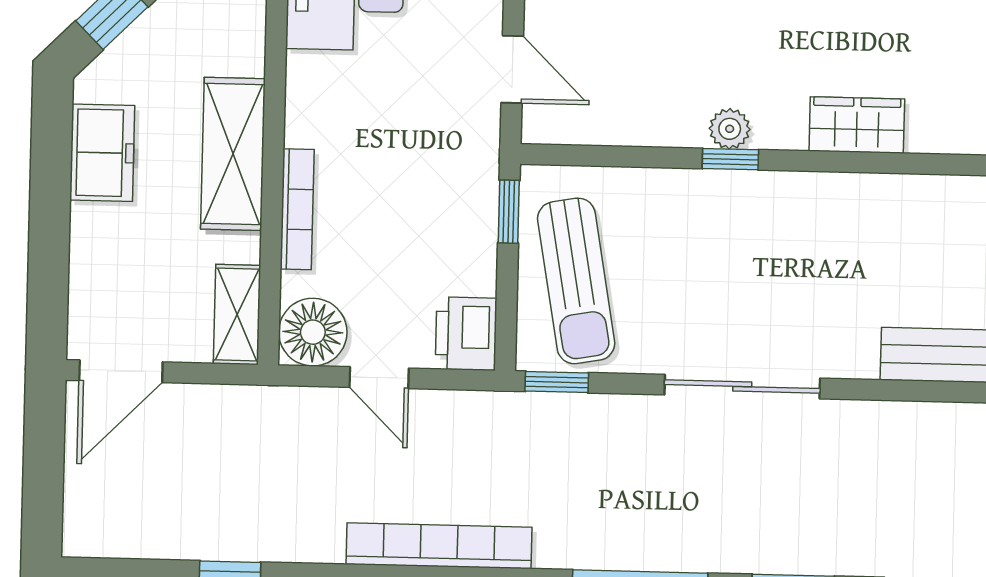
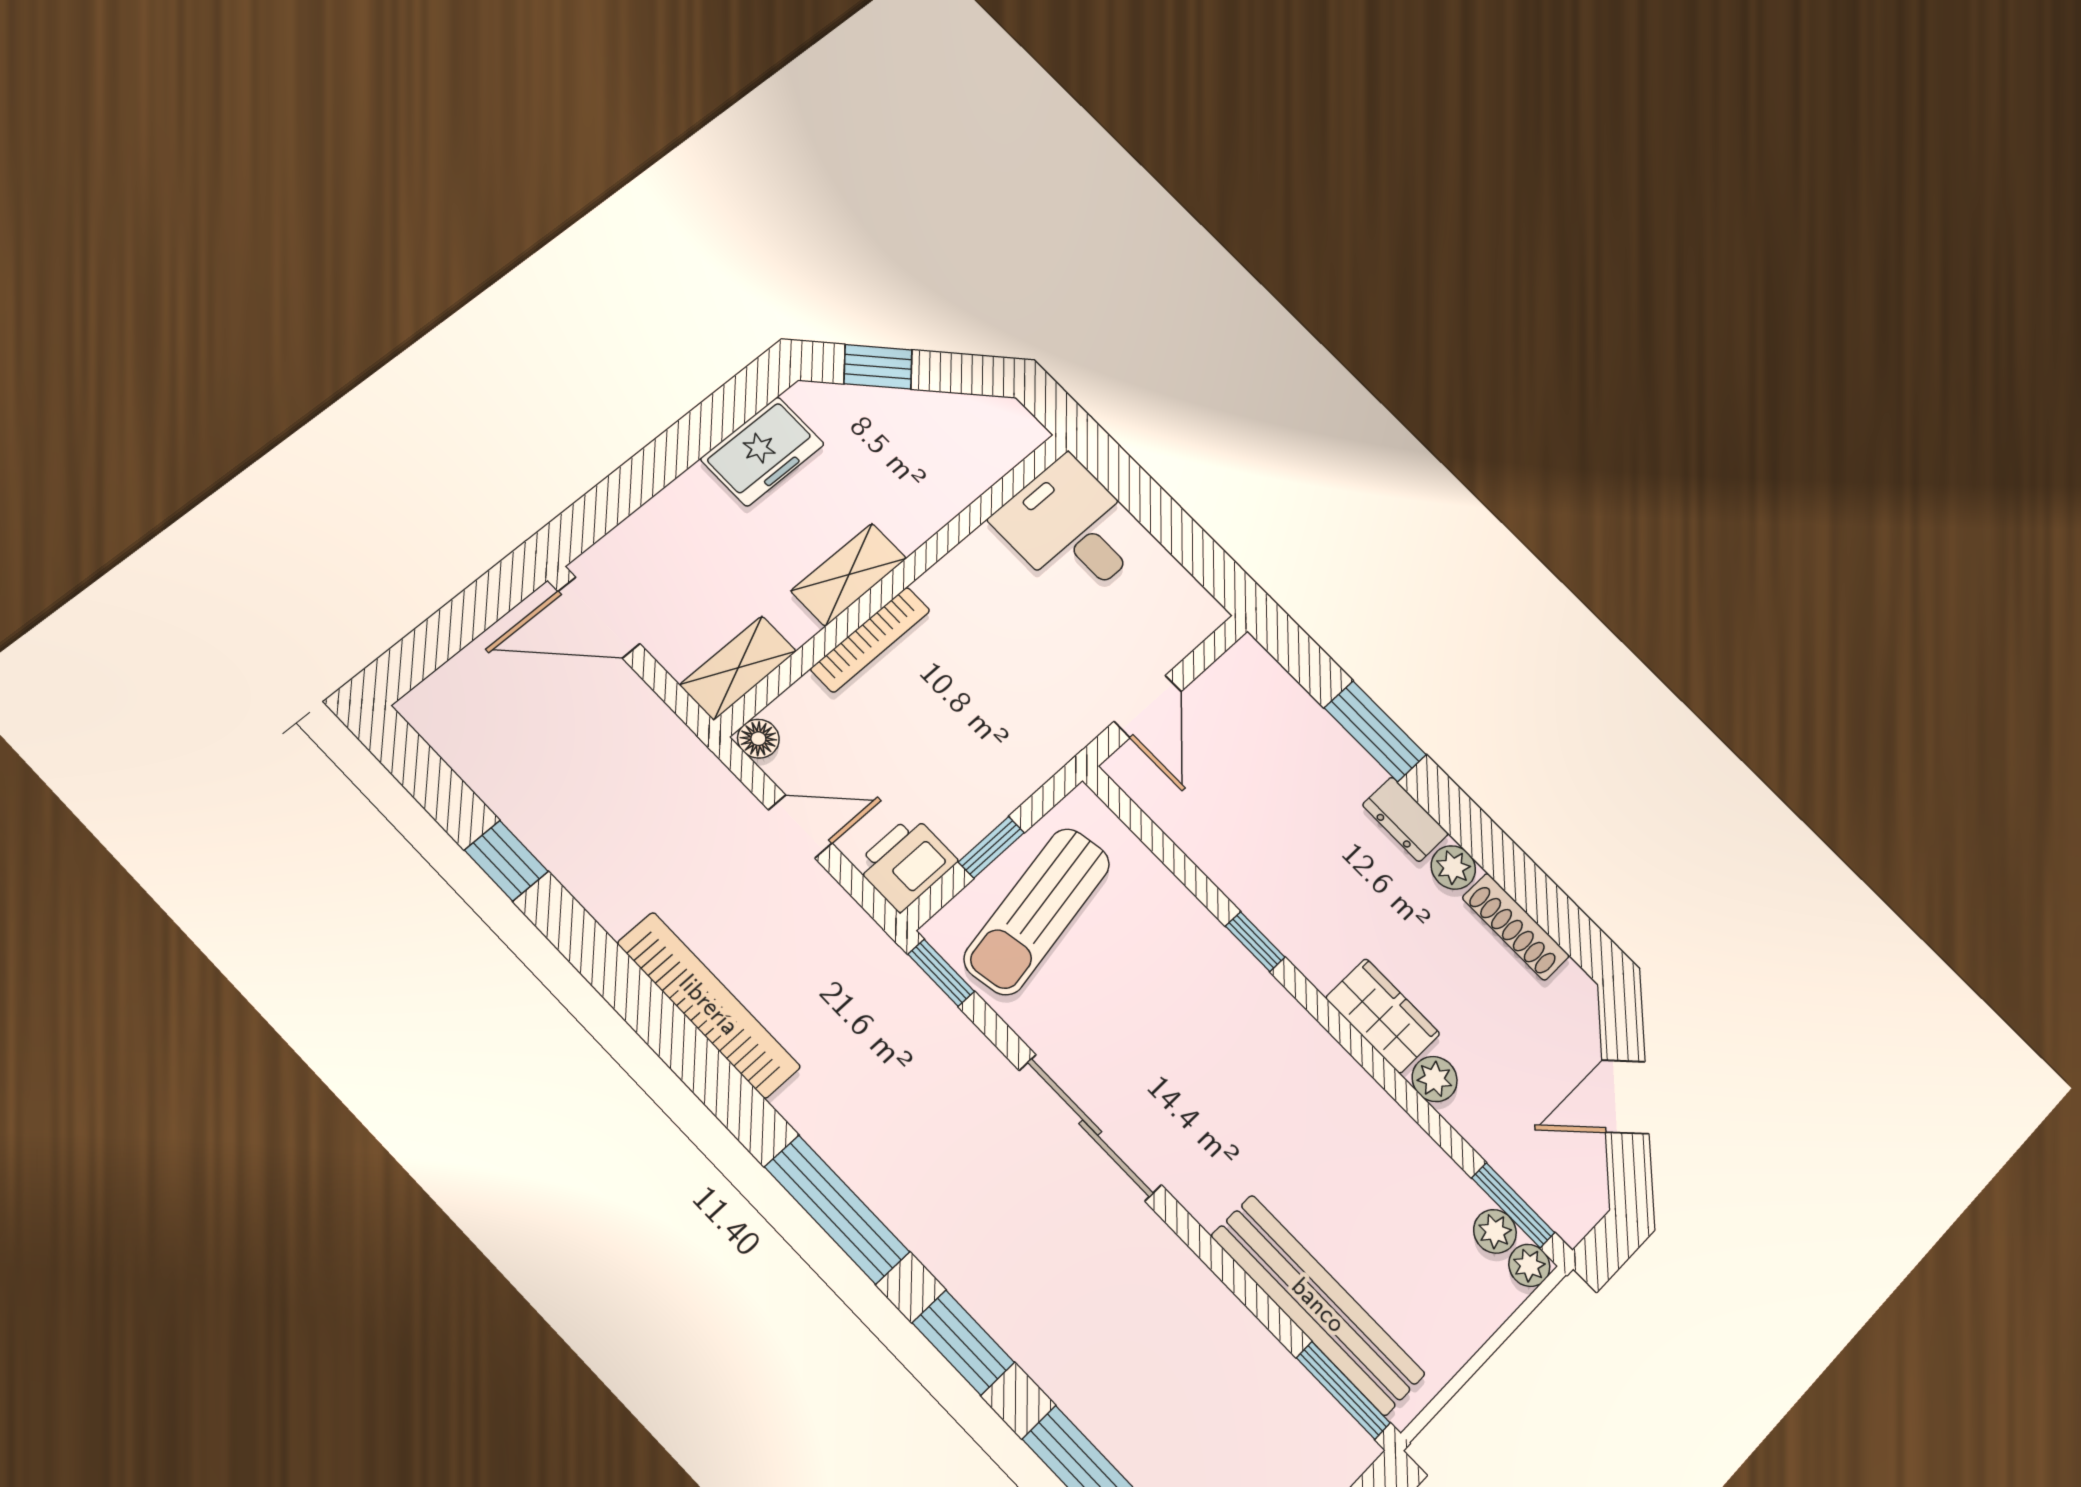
plant: (730, 129) -> (1435, 1079), moved
shelving: (233, 154) -> (849, 575), width x0.67, depth x0.75
window: (509, 212) -> (991, 847), moved
floor lamp: (313, 332) -> (758, 739), width x0.53, depth x0.53
door: (379, 378) -> (800, 827), swing flipped

